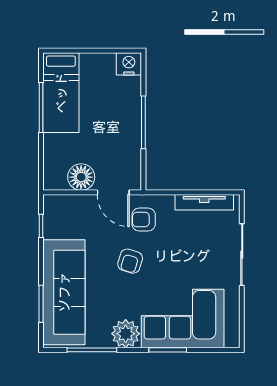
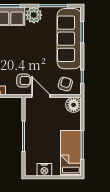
nightstand: (129, 64) -> (44, 170), moved
floor lamp: (81, 177) -> (74, 105), moved
armchair: (130, 261) -> (65, 84), moved

